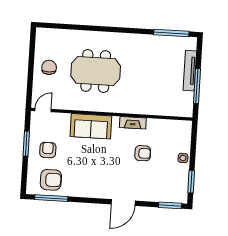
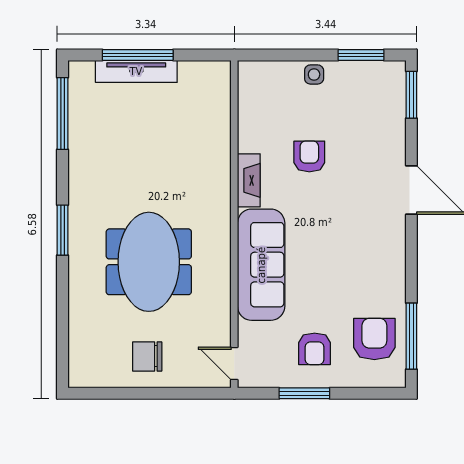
window: (114, 29) -> (63, 230), added
window: (197, 86) -> (138, 55), moved
sofa: (91, 126) -> (261, 265), width x1.36
armchair: (48, 150) -> (315, 349), turned -90

